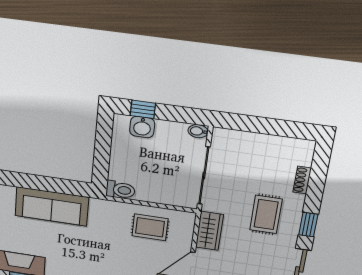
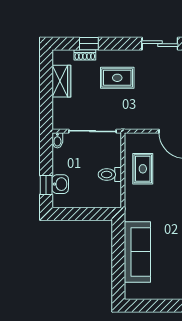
toilet: (120, 190) -> (110, 175), moved, turned -90
window: (308, 225) -> (89, 44), moved
wardrobe: (209, 231) -> (61, 81), moved, turned 90

